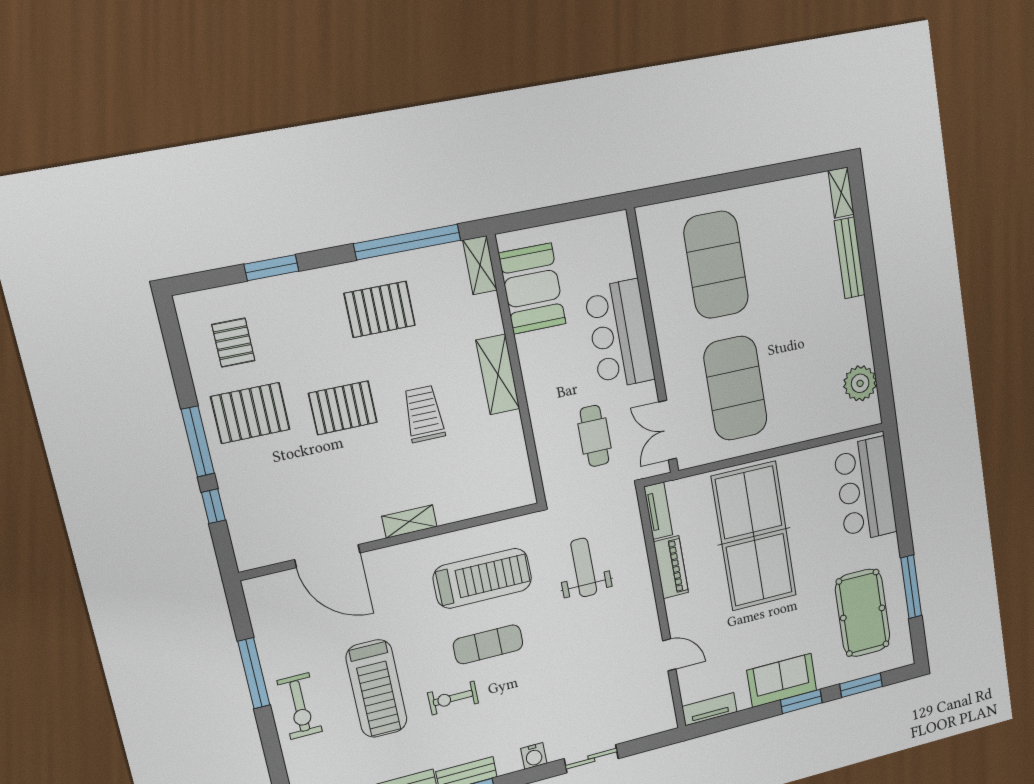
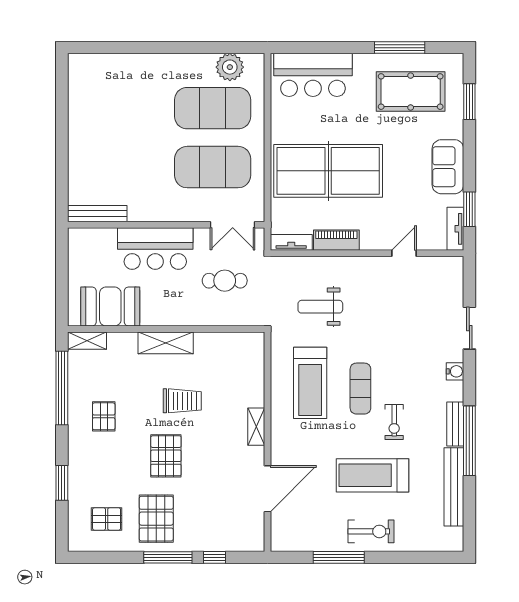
shelving: (841, 193) -> (85, 61), removed
bench: (850, 258) -> (97, 214), moved
exercise mat: (716, 265) -> (213, 108), moved
pallet: (380, 309) -> (104, 416), width x0.67, depth x0.71
trolley: (424, 414) -> (182, 401), turned 180
treadmill: (482, 578) -> (310, 383), turned 180
treadmill: (377, 689) -> (372, 475), turned 180
window: (801, 701) -> (469, 209), moved

